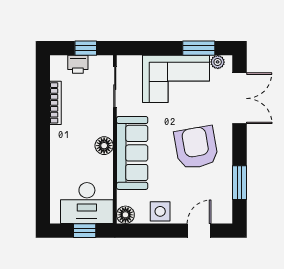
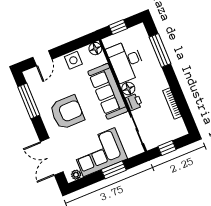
window: (199, 48) -> (114, 170), moved
printer: (78, 64) -> (134, 102), moved, turned 90
armchair: (196, 148) -> (67, 112), turned -80
window: (43, 178) -> (160, 50), added
window: (239, 183) -> (29, 101), width x1.44
desk: (87, 203) -> (126, 61), moved, turned -90

